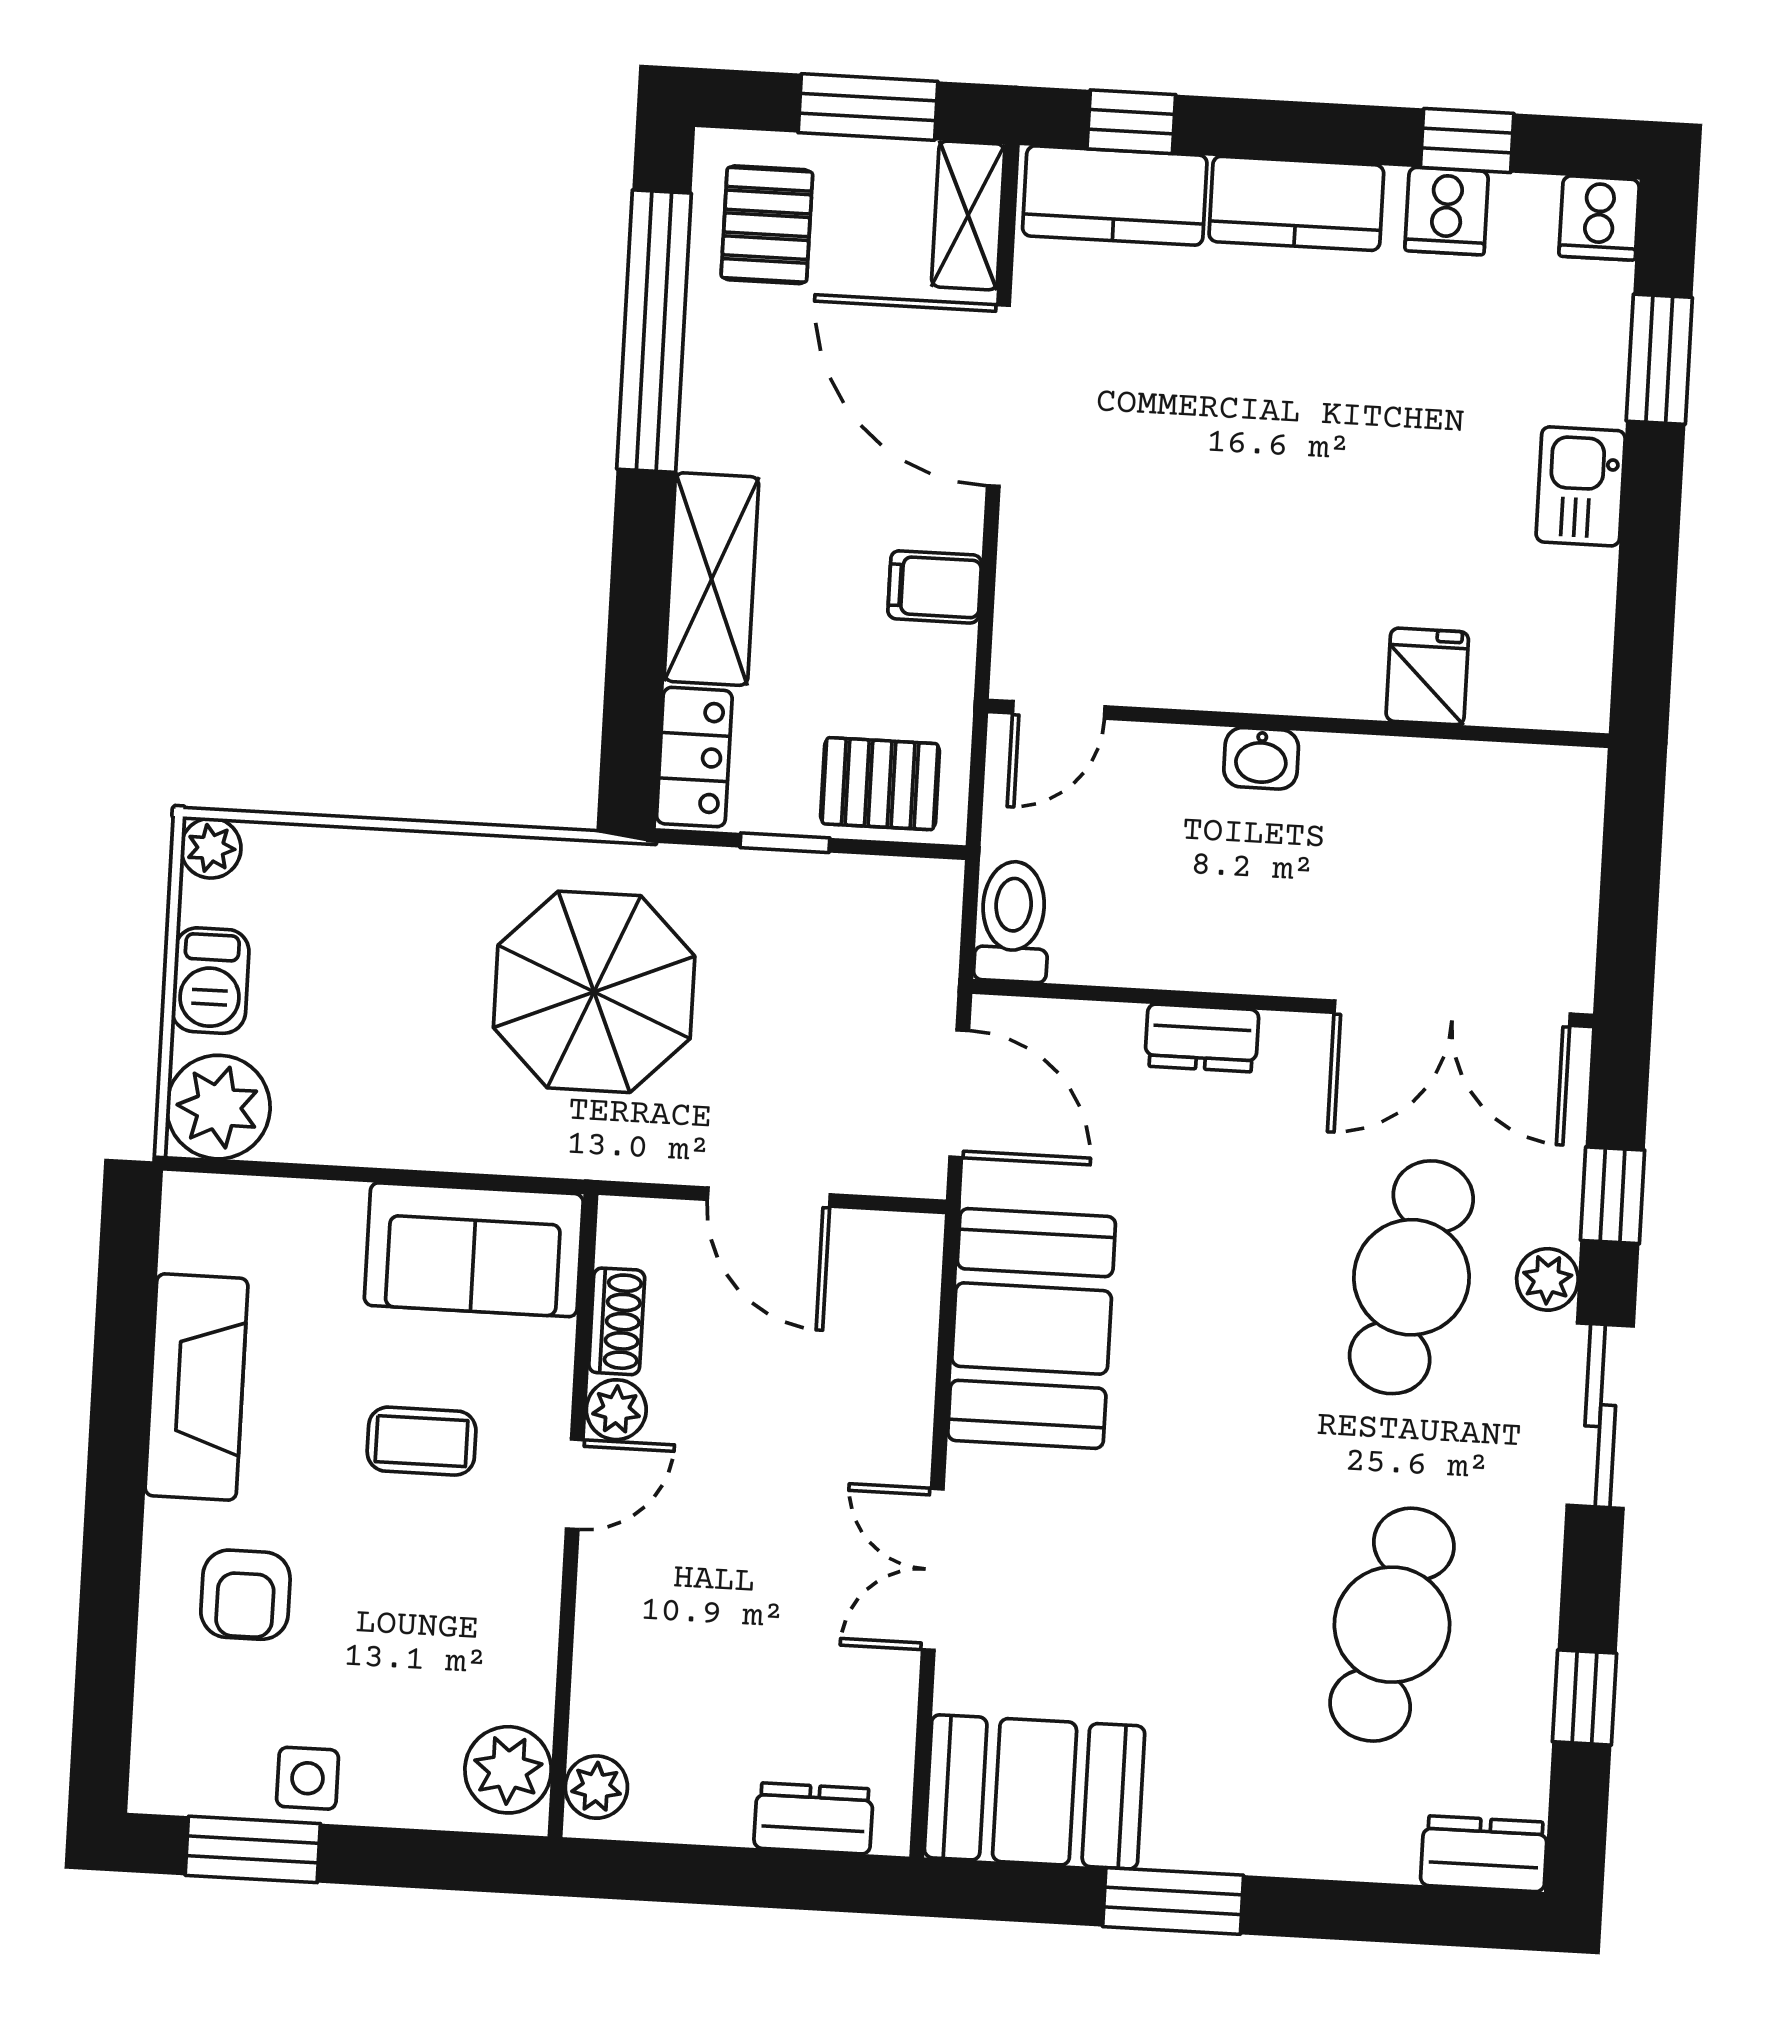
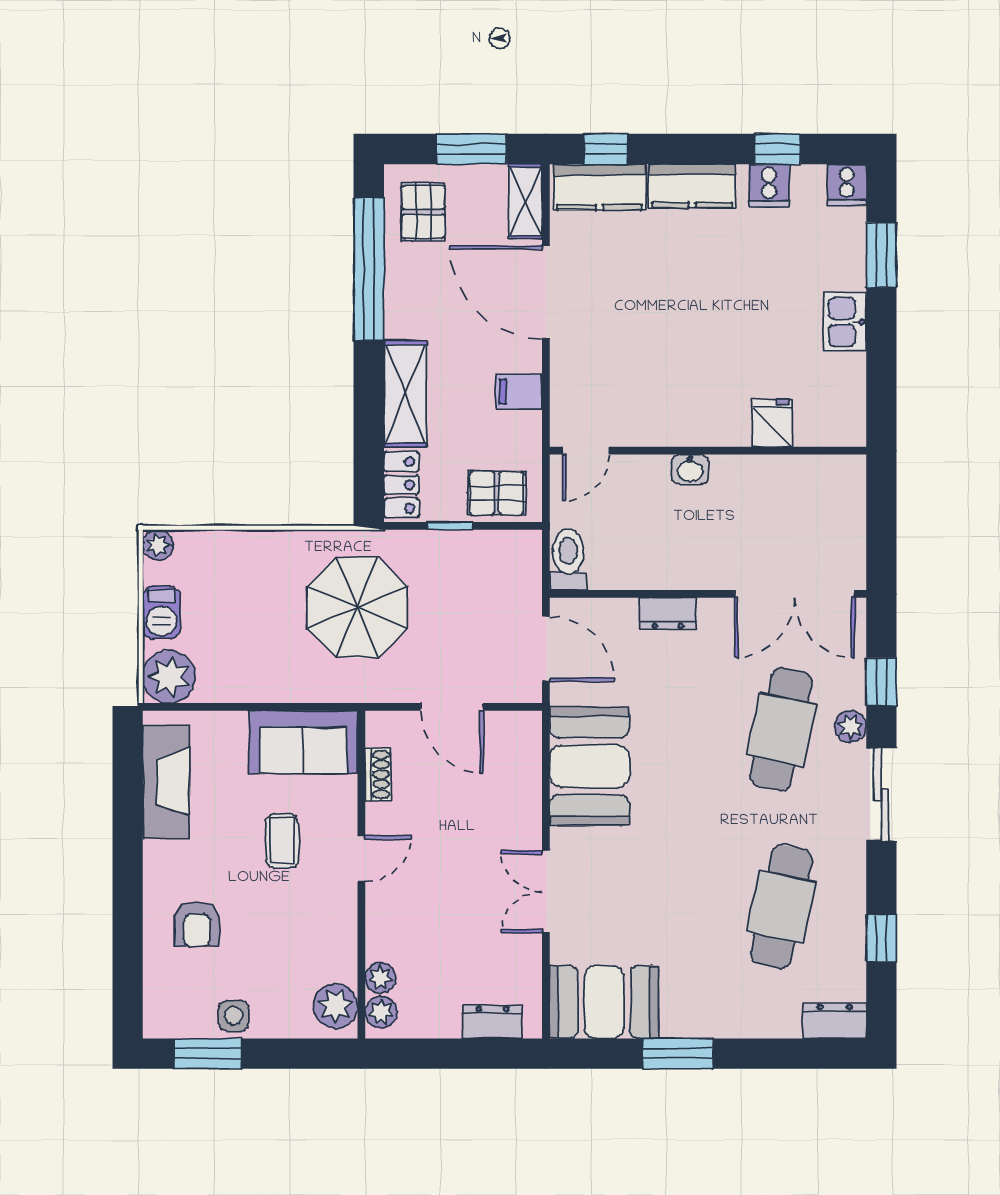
fireplace: (197, 1387) -> (166, 782), moved
plant: (616, 1410) -> (380, 978), moved
coffee table: (422, 1441) -> (282, 841), turned 90

